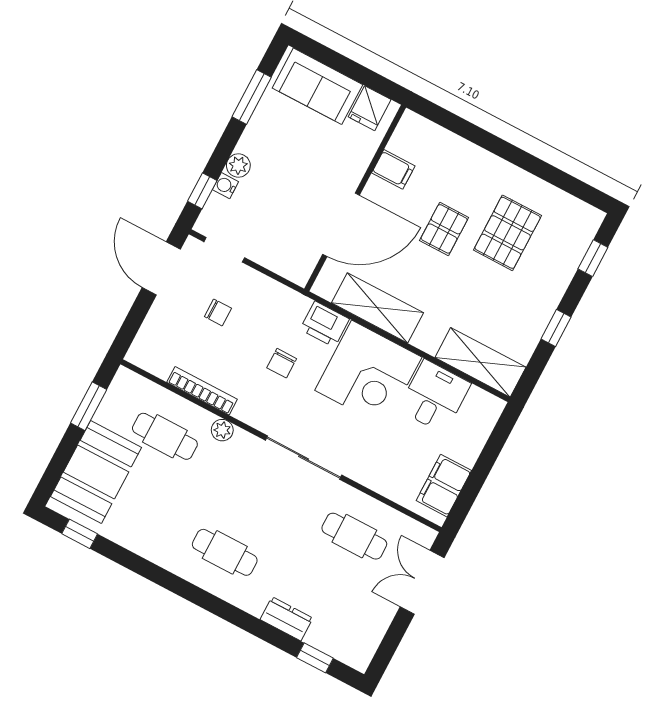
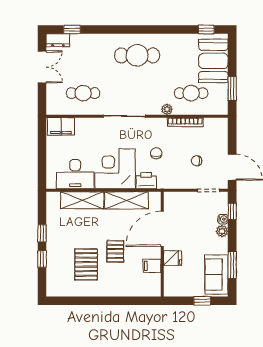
window: (337, 62) -> (202, 301), added
sofa: (317, 86) -> (217, 275), moved, turned -90
fridge: (370, 108) -> (173, 258), moved, turned 90
window: (593, 258) -> (42, 259), moved
shelving: (480, 362) -> (82, 200), moved
desk: (434, 396) -> (75, 174), width x1.37
filing cabinet: (444, 486) -> (61, 126), moved, turned 90
cafe table: (225, 552) -> (137, 55), width x1.37, depth x1.35
double door: (422, 582) -> (42, 67), moved
dresser: (286, 619) -> (58, 40), moved

